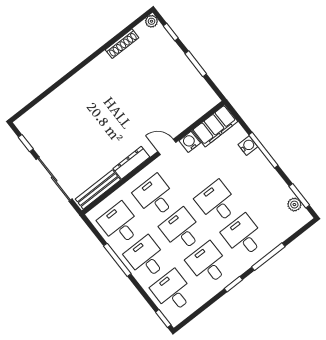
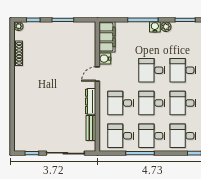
water cooler: (248, 146) -> (155, 27), moved
bench: (98, 189) -> (91, 128), width x0.73
plant: (294, 205) -> (166, 27), moved

